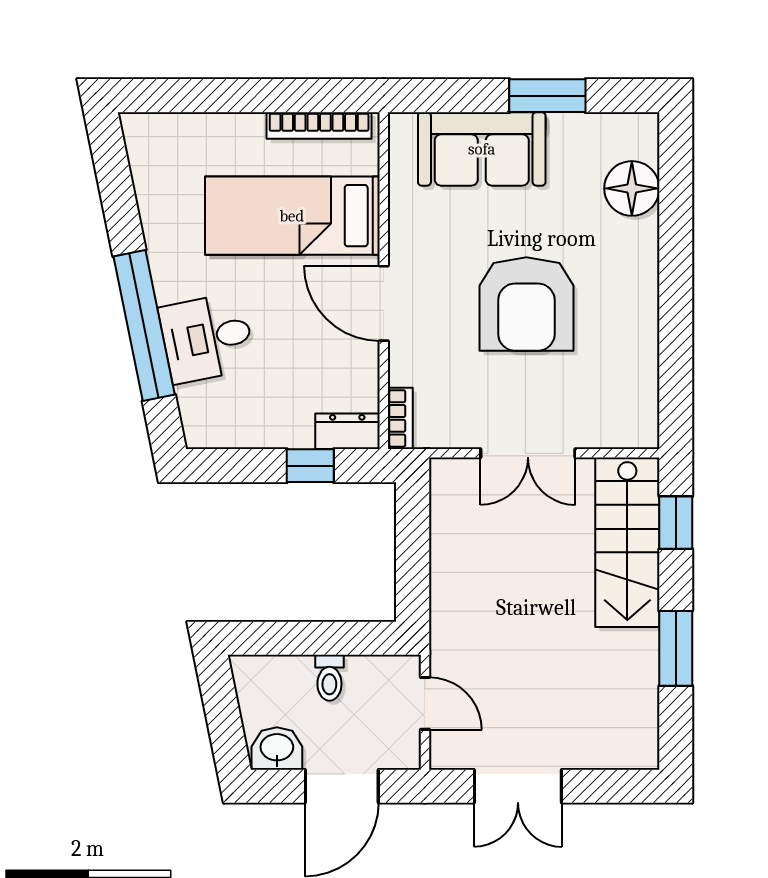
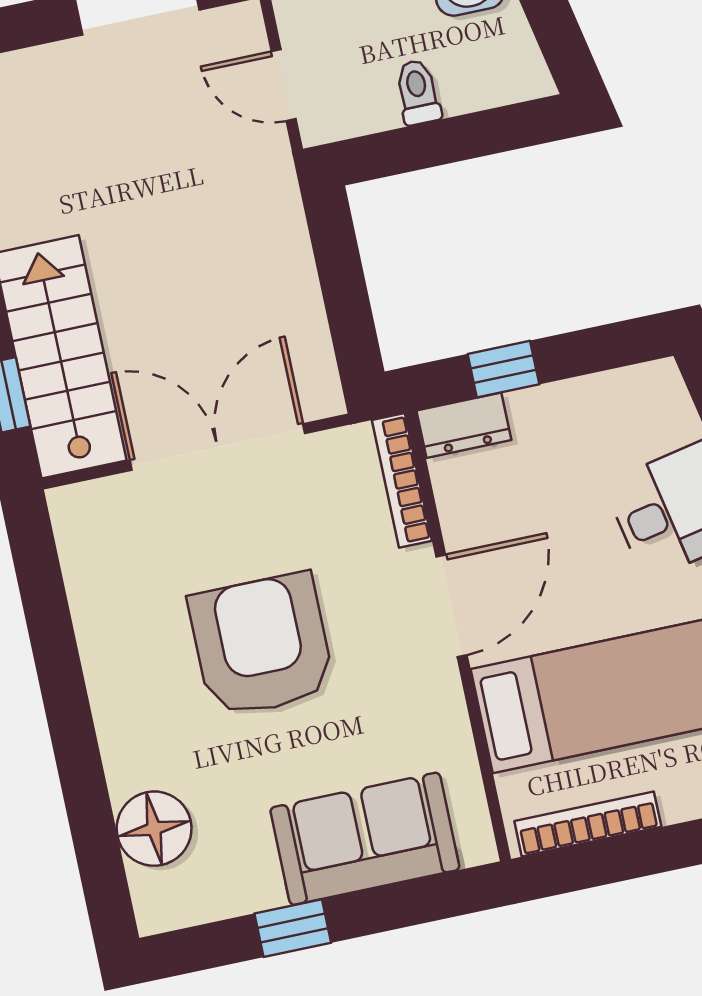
window: (547, 96) -> (293, 928), width x0.67
door: (384, 303) -> (451, 606), hinge flipped
bookcase: (400, 418) -> (402, 480), width x1.56
double door: (528, 453) -> (217, 447), width x1.37

